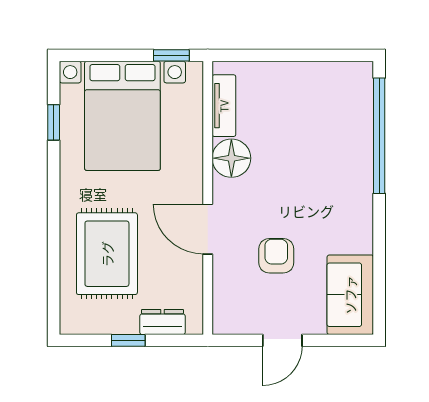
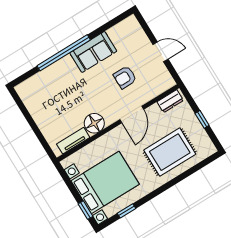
window: (171, 55) -> (85, 210), moved
window: (379, 136) -> (64, 53), moved
sofa: (350, 295) -> (93, 52), moved
dresser: (162, 322) -> (170, 101), moved, turned -90

